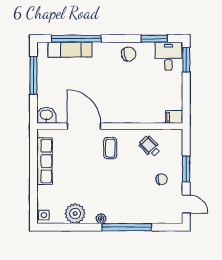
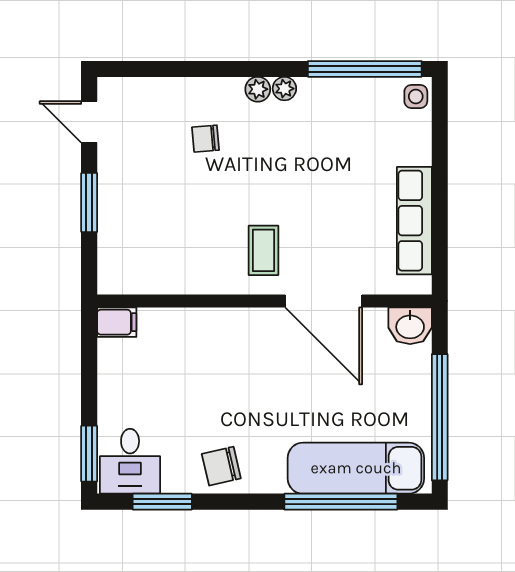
exam couch: (70, 50) -> (356, 468), width x1.36, depth x1.45
window: (33, 75) -> (440, 417), width x1.46
wheelchair: (150, 146) -> (173, 254), removed
chair: (161, 179) -> (206, 139), moved
plant: (75, 214) -> (258, 89), moved, width x0.53, depth x0.53
window: (127, 227) -> (365, 69), moved

